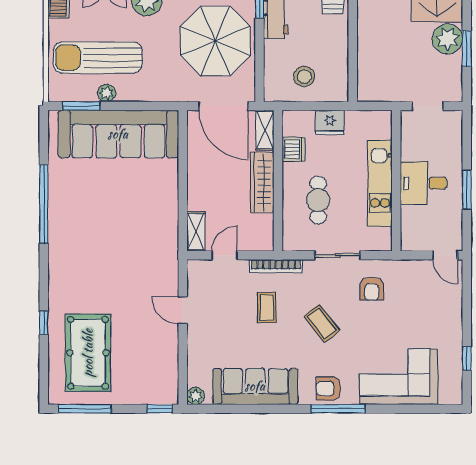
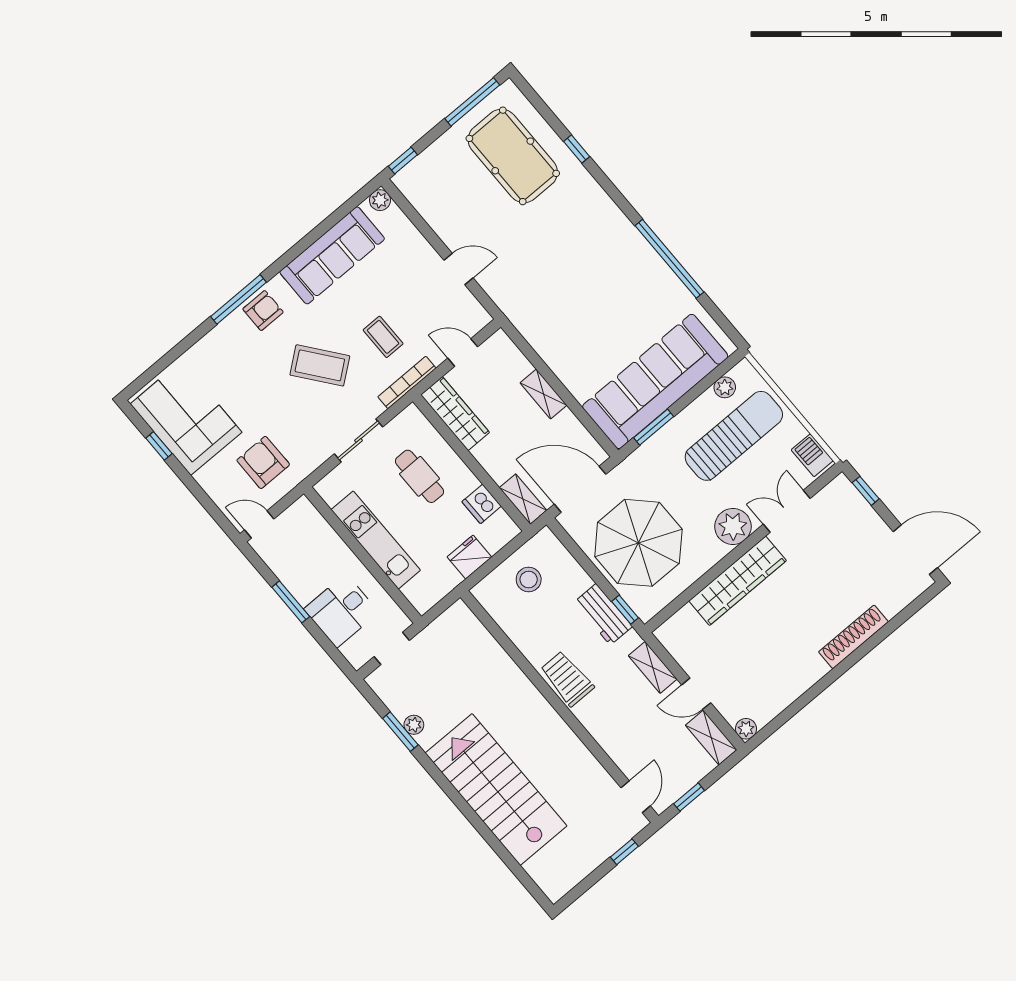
plant: (447, 39) -> (414, 725), width x0.53, depth x0.53
plant: (106, 93) -> (725, 387), moved
window: (82, 106) -> (654, 427), moved
wardrobe: (262, 182) -> (455, 414), moved
desk: (424, 183) -> (341, 611), moved, turned 180
shelving: (196, 231) -> (544, 394), moved
door: (225, 255) -> (463, 352), swing flipped
armchair: (372, 289) -> (263, 462), moved, width x1.38, depth x1.38
coffee table: (322, 323) -> (320, 365), width x1.36, depth x1.30
corner sofa: (399, 377) -> (186, 418), moved, turned -90

